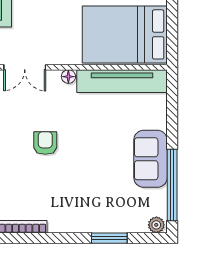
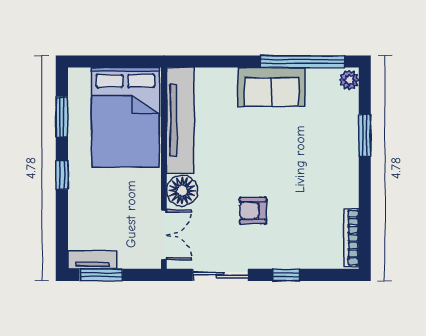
floor lamp: (68, 77) -> (182, 191), width x1.89, depth x1.89

